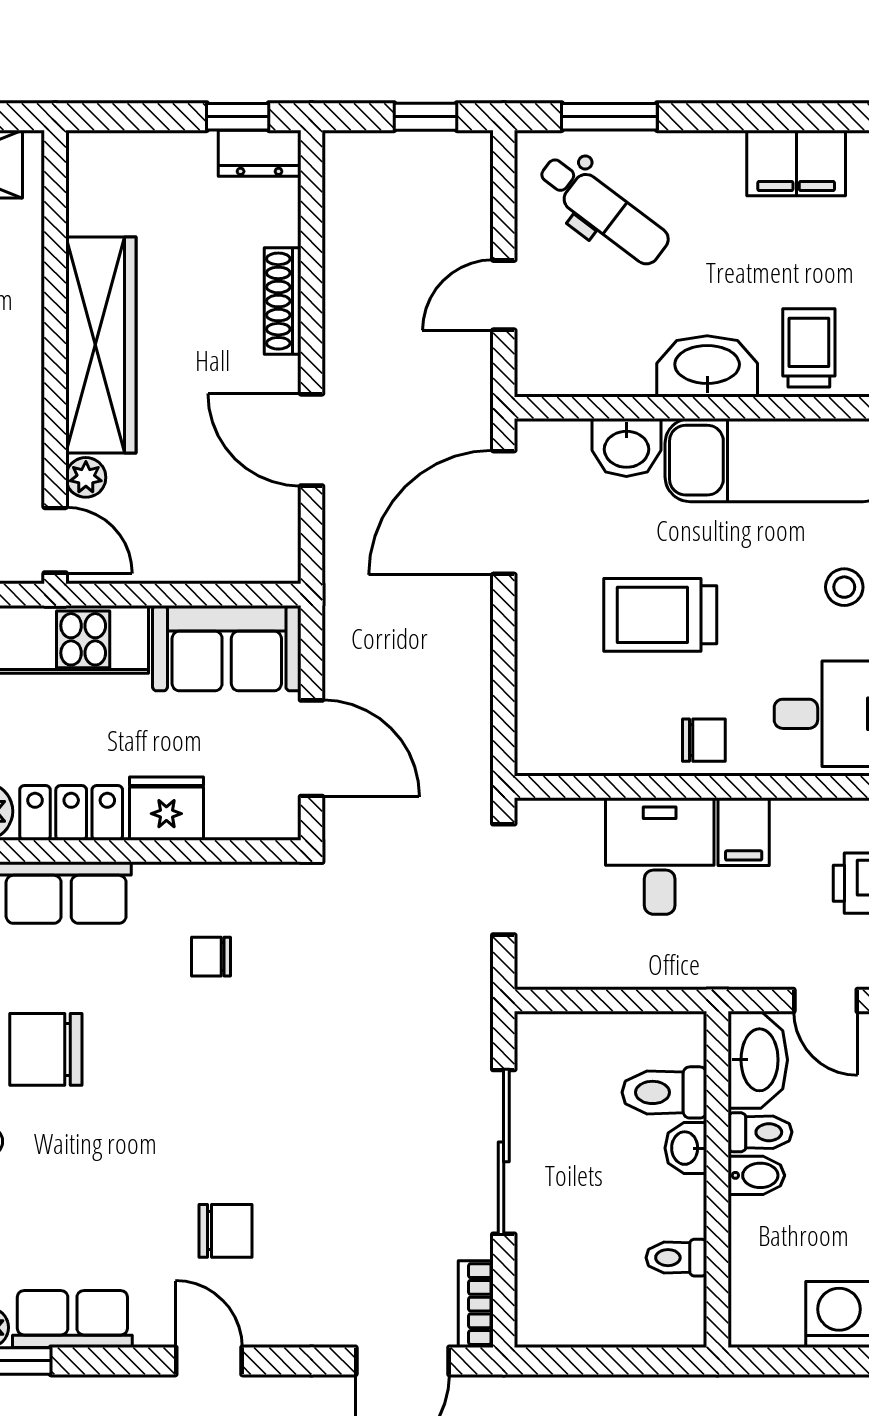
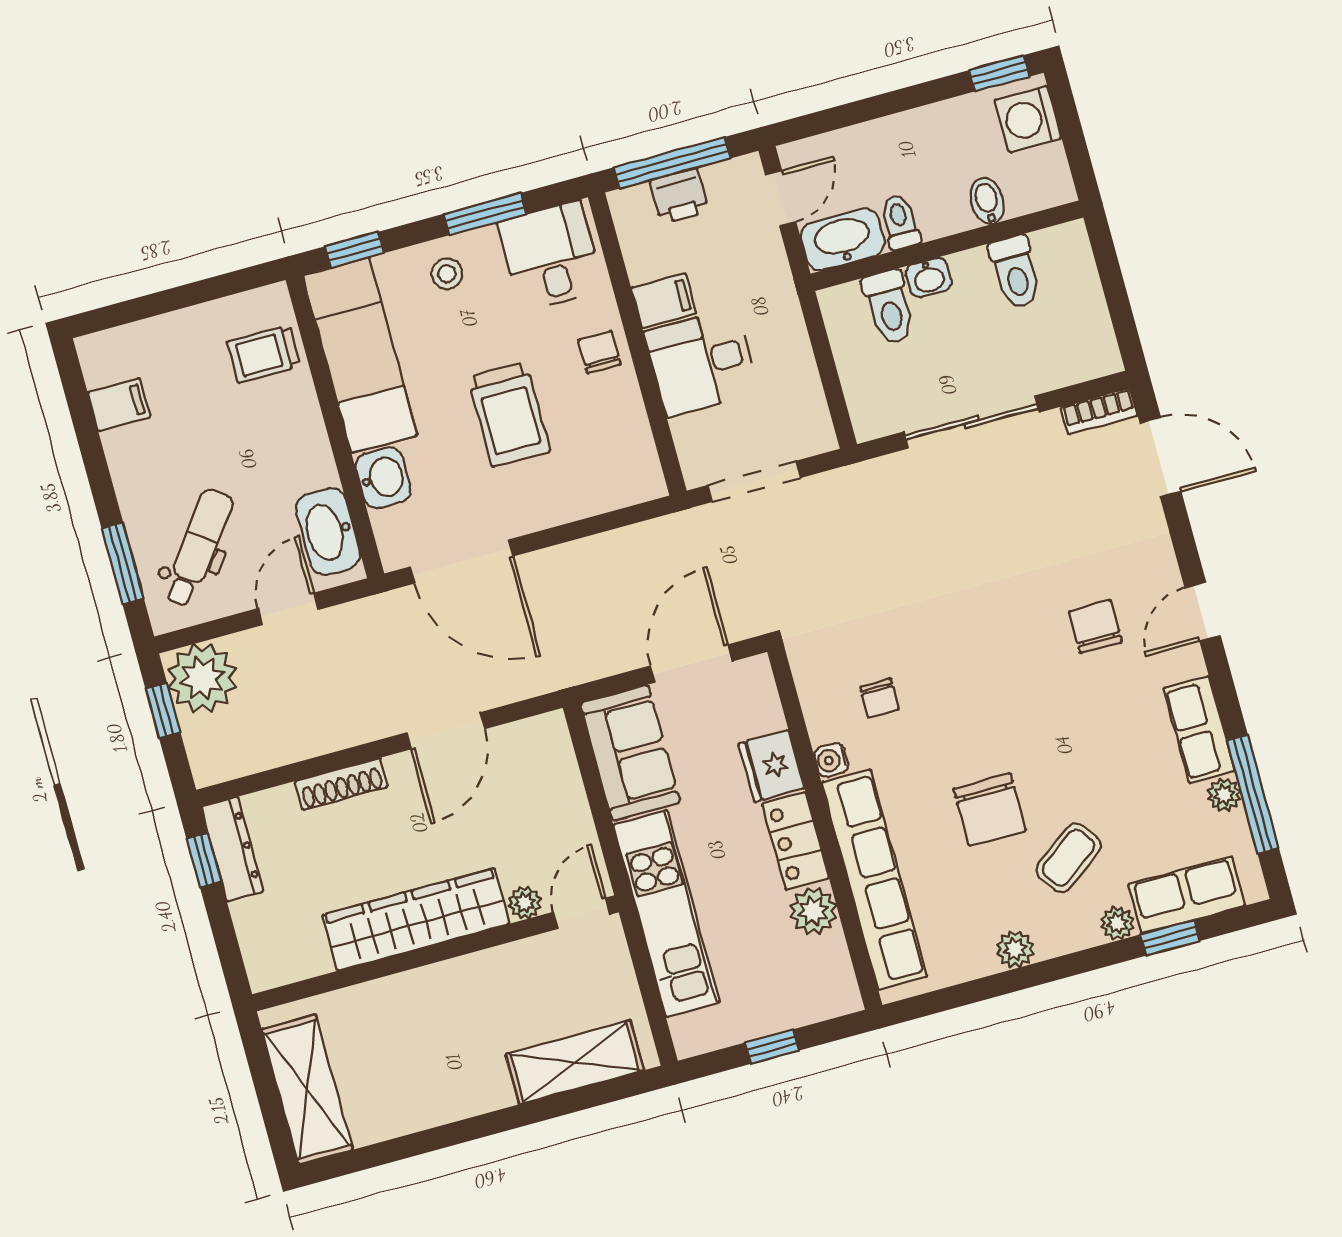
dresser: (260, 153) -> (232, 849), width x1.44
filing cabinet: (796, 163) -> (119, 405), width x0.50
plant: (450, 173) -> (202, 678), added
door: (504, 295) -> (288, 609), swing flipped
washbasin: (707, 366) -> (328, 532), moved
water cooler: (154, 880) -> (831, 760), added
bidet: (756, 1175) -> (987, 201), moved
toilet: (676, 1258) -> (1015, 272), width x1.37, depth x1.39

